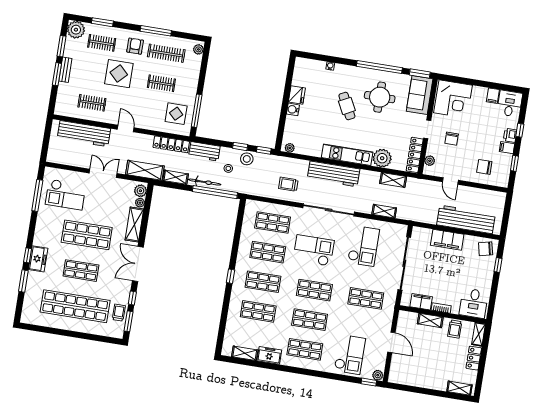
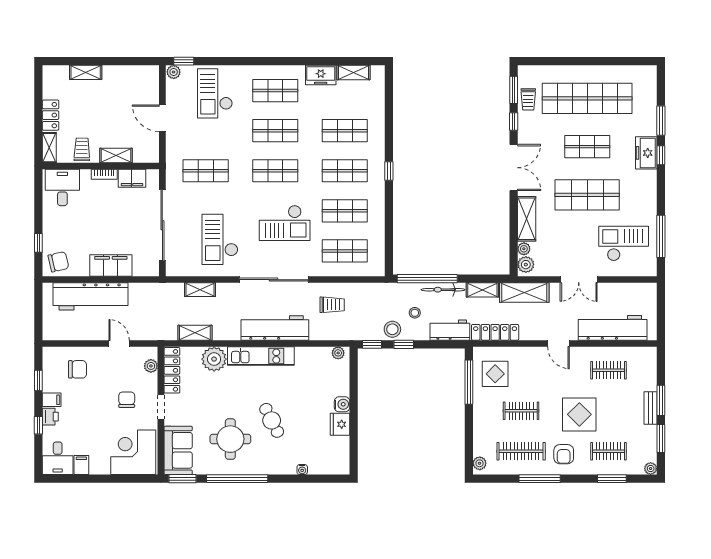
plant: (76, 30) -> (651, 469), width x0.53, depth x0.53
shelving: (459, 388) -> (86, 72), moved

